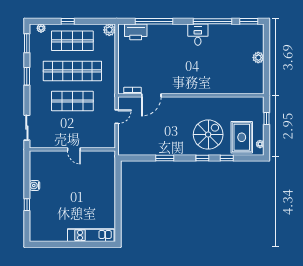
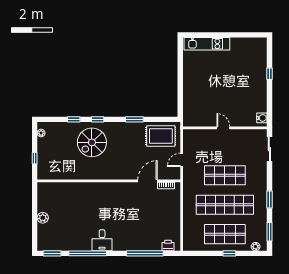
plant: (109, 30) -> (189, 245), removed
printer: (136, 32) -> (168, 246), width x0.53, depth x0.68
rug: (242, 137) -> (161, 136), moved, turned 90
water cooler: (35, 185) -> (262, 118), moved

